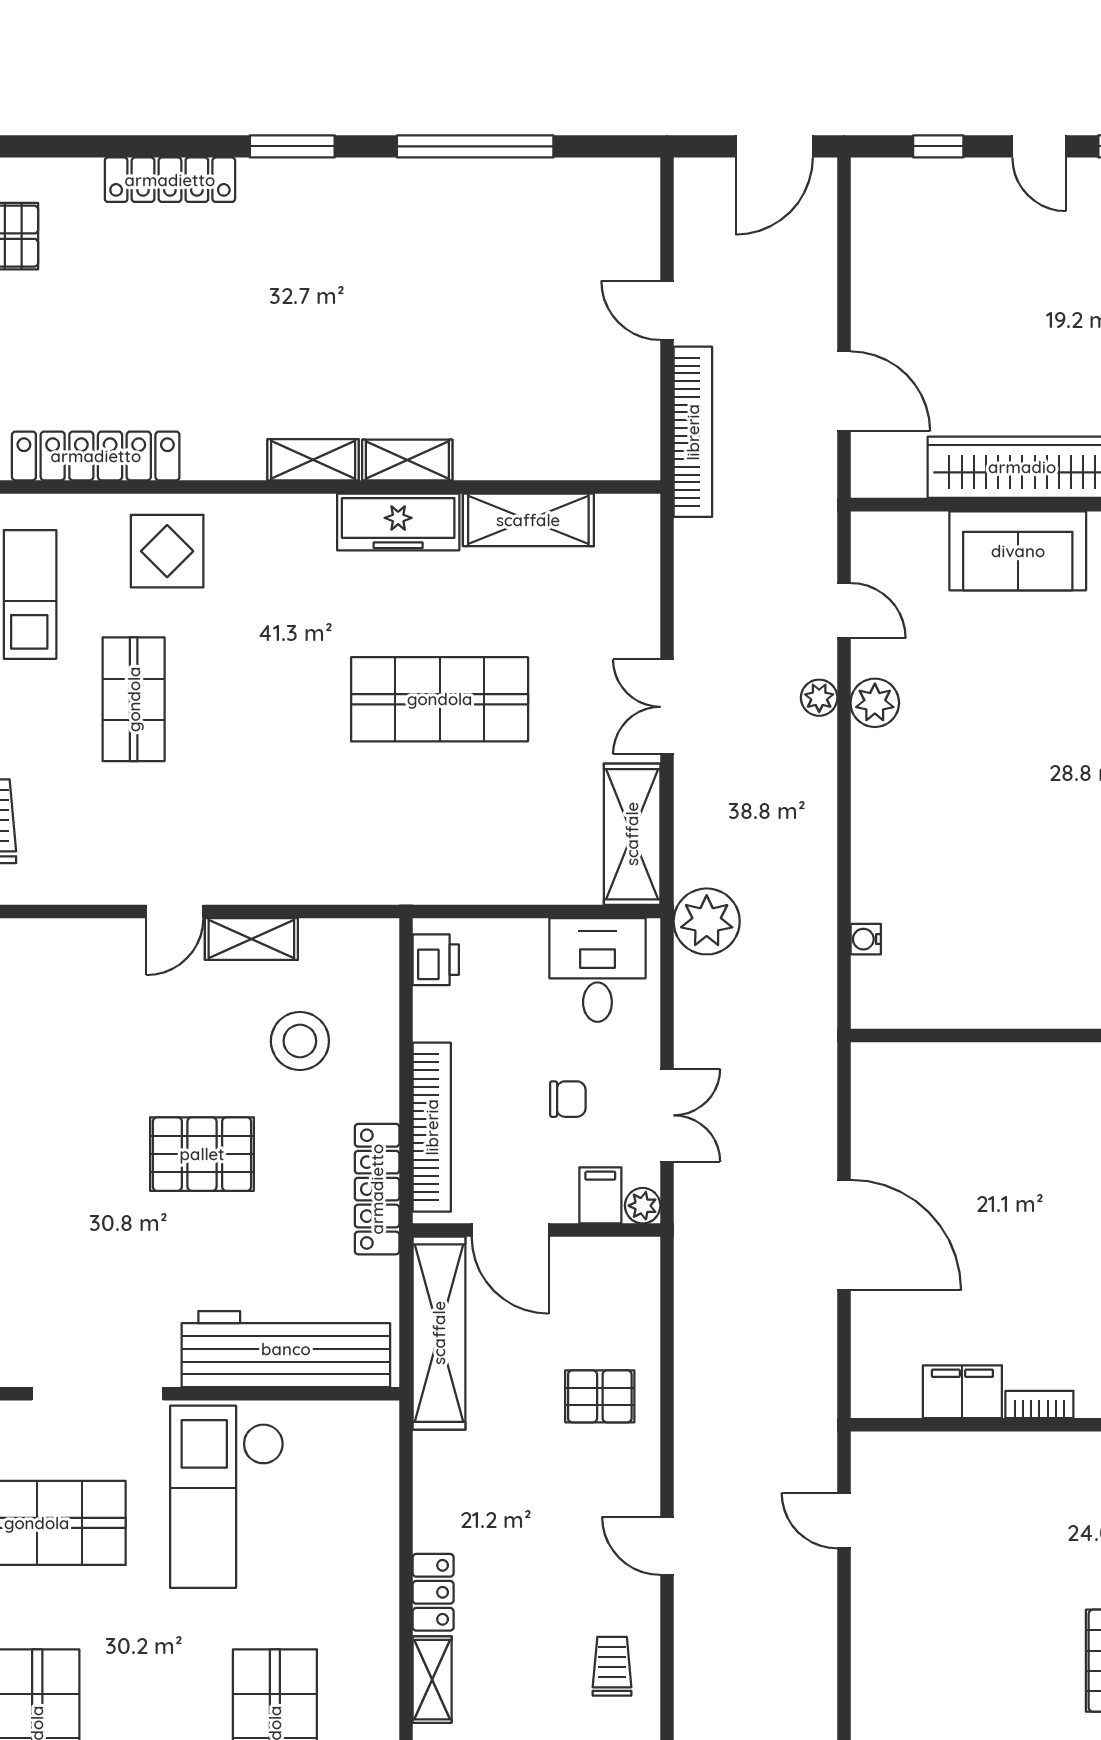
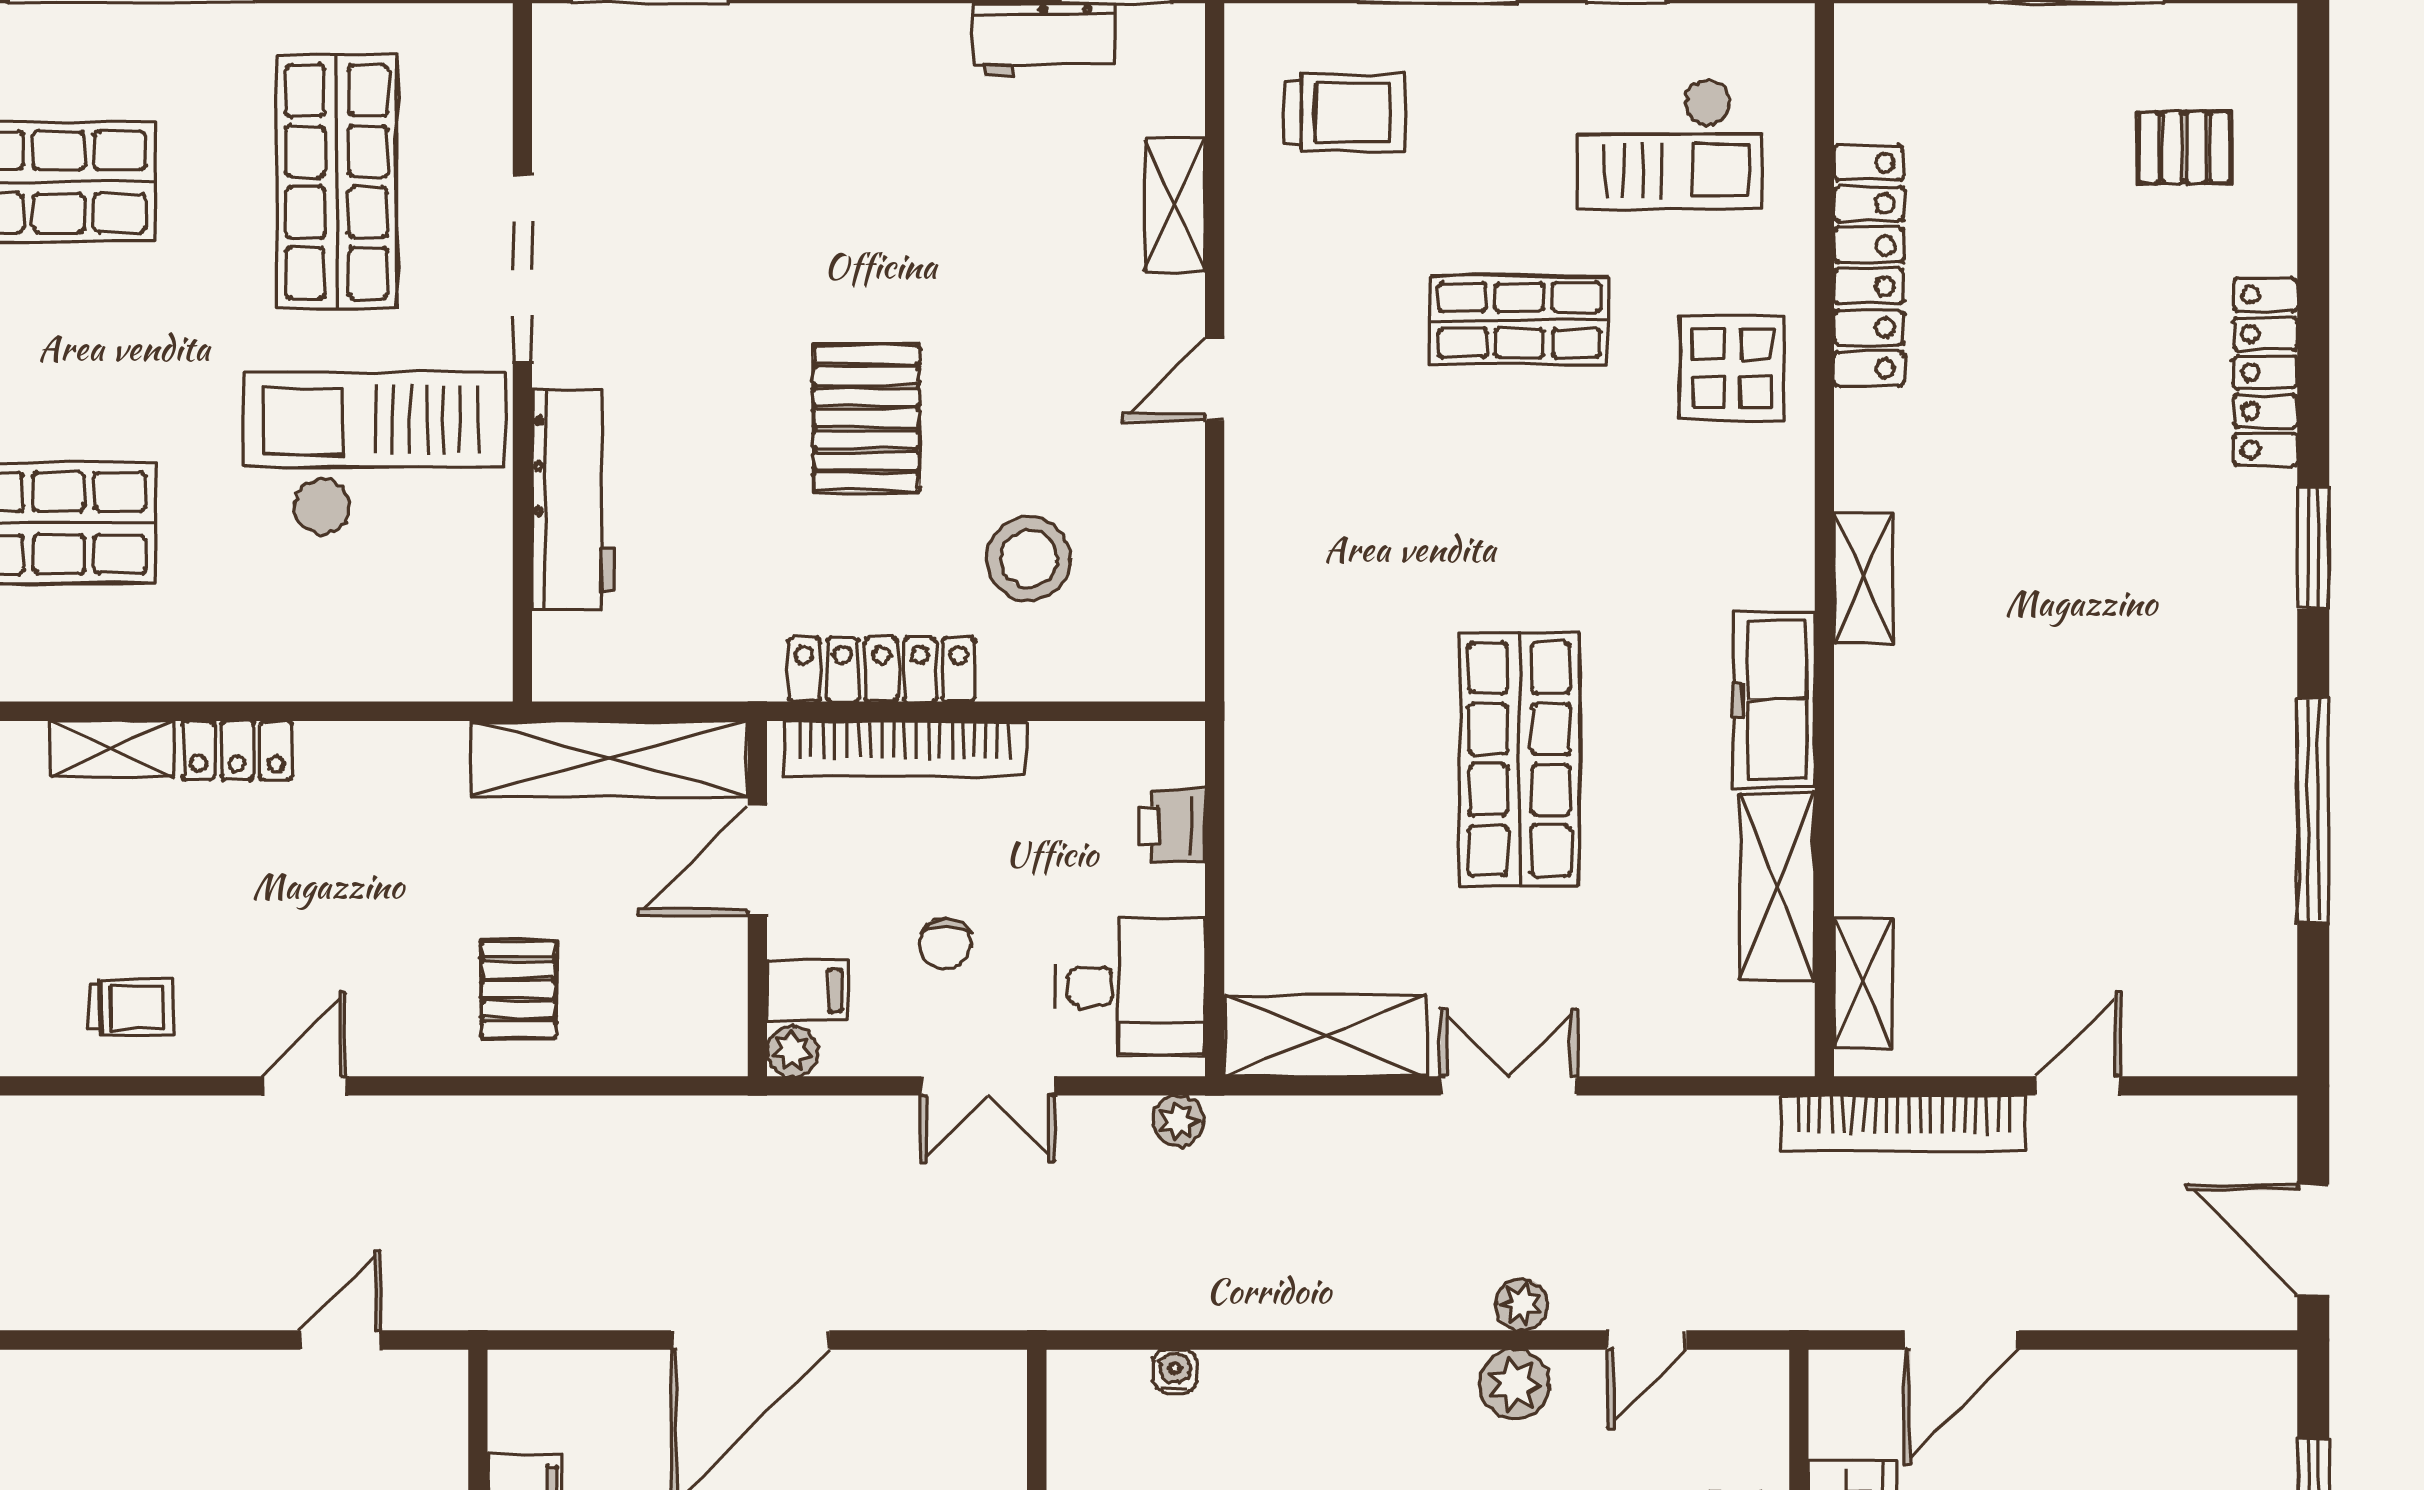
shelving: (407, 460) -> (1863, 983), moved
door: (175, 912) -> (1215, 379), hinge flipped
plant: (707, 921) -> (1178, 1121), width x0.53, depth x0.53
shelving: (251, 939) -> (1175, 205), moved
printer: (436, 960) -> (1172, 826), moved, turned 90
double door: (667, 1115) -> (988, 1086), moved
locker: (377, 1189) -> (881, 670), moved
workbench: (286, 1349) -> (573, 499), width x0.73, depth x0.76

